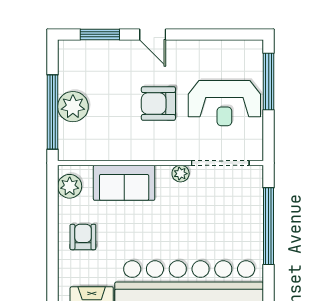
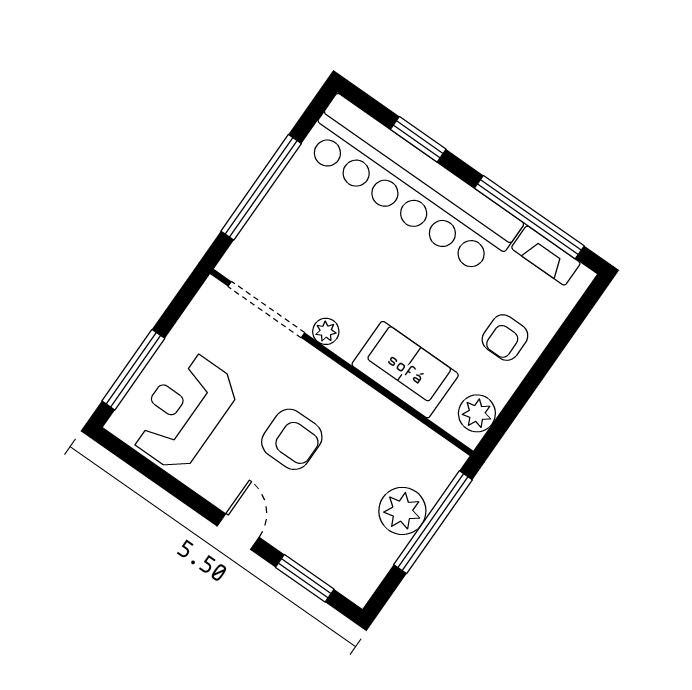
reception desk: (224, 103) -> (184, 411), moved, turned -90

